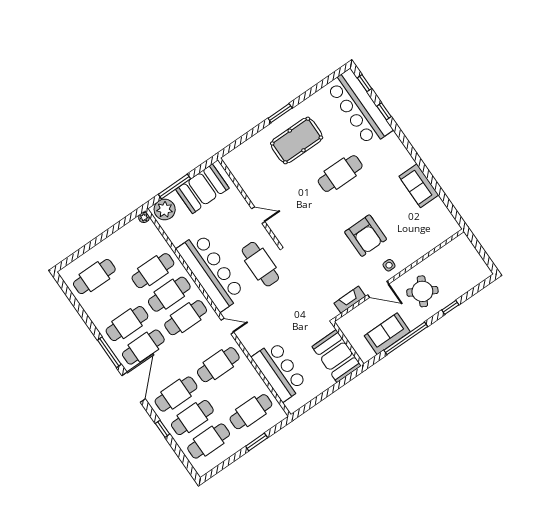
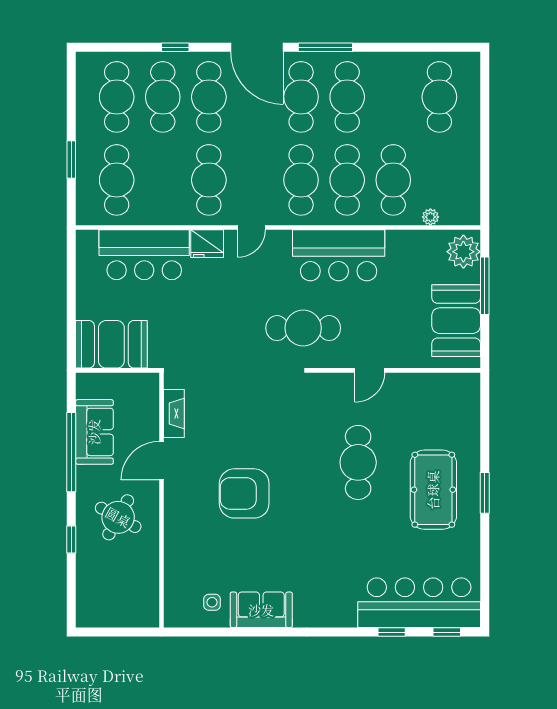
cafe table: (340, 174) -> (358, 462), moved
plant: (144, 217) -> (430, 217), moved
side table: (389, 265) -> (212, 602), moved
bar counter: (211, 272) -> (339, 255), width x0.73
fridge: (251, 343) -> (207, 244), added

